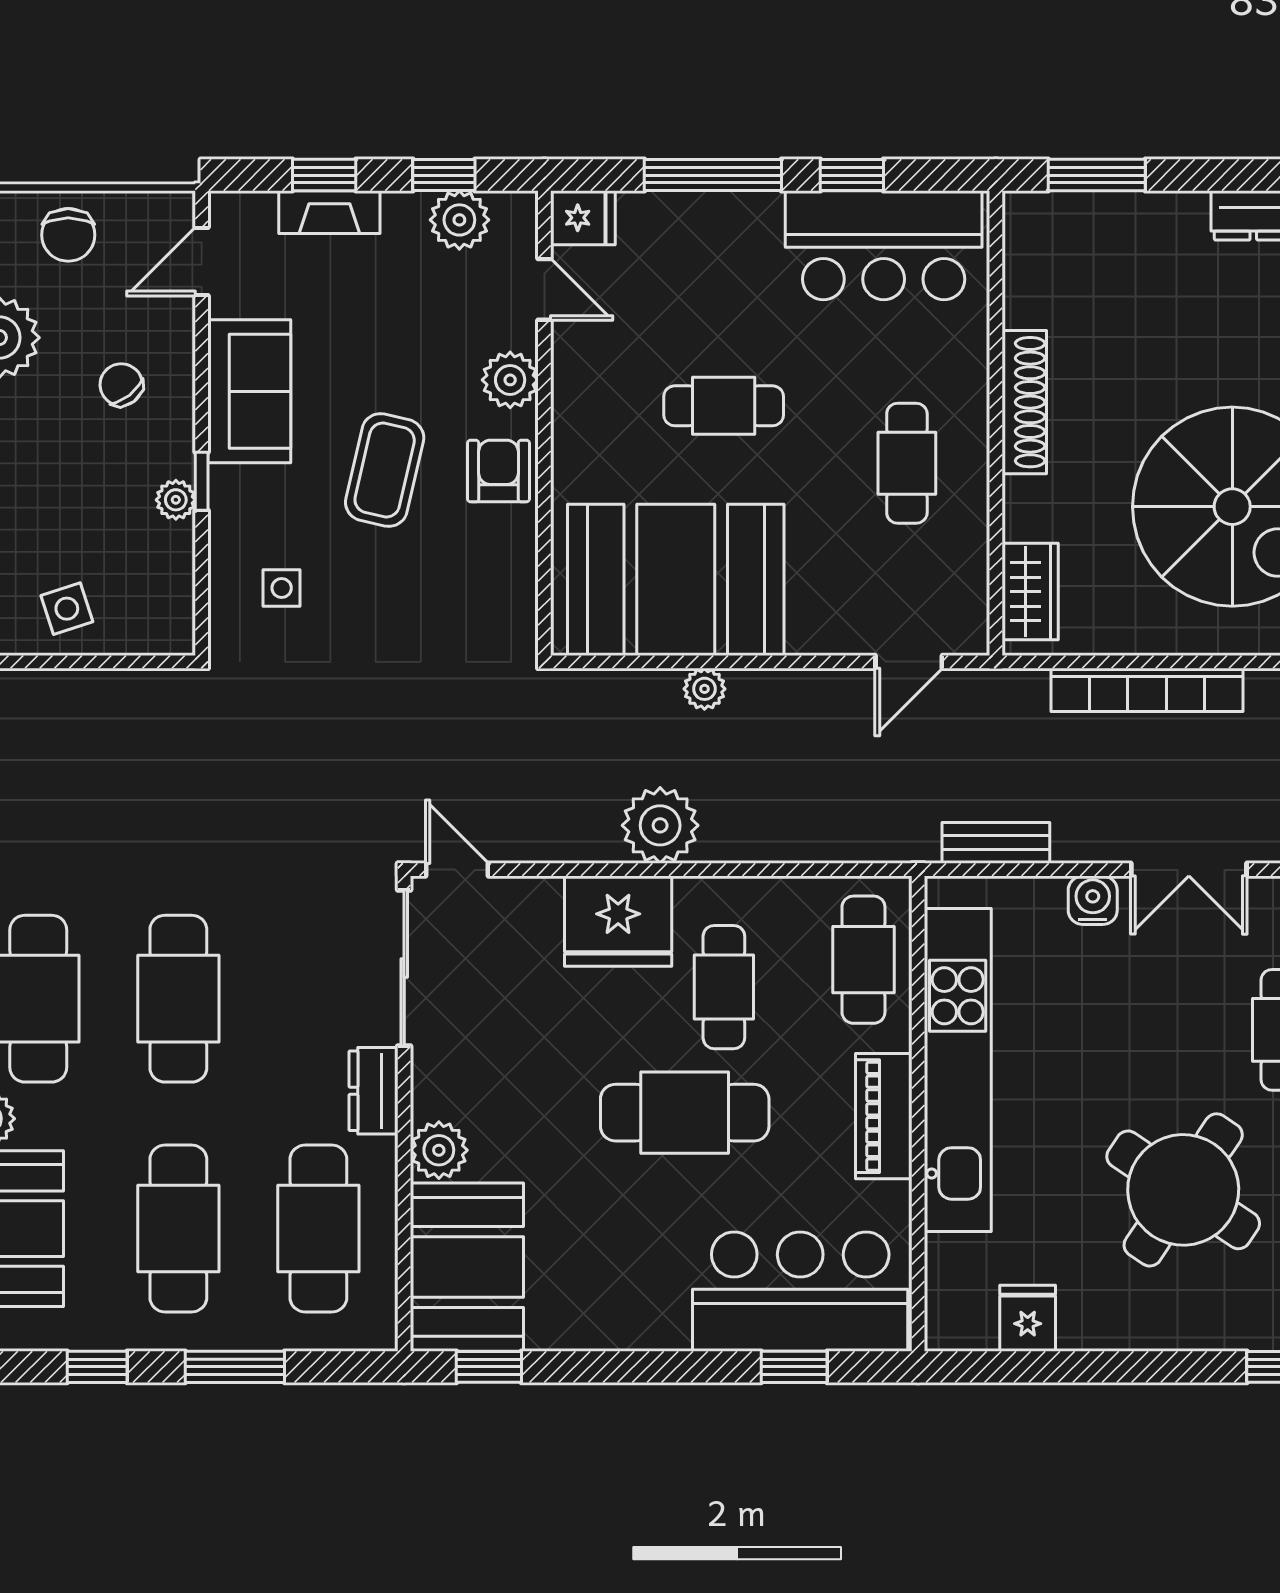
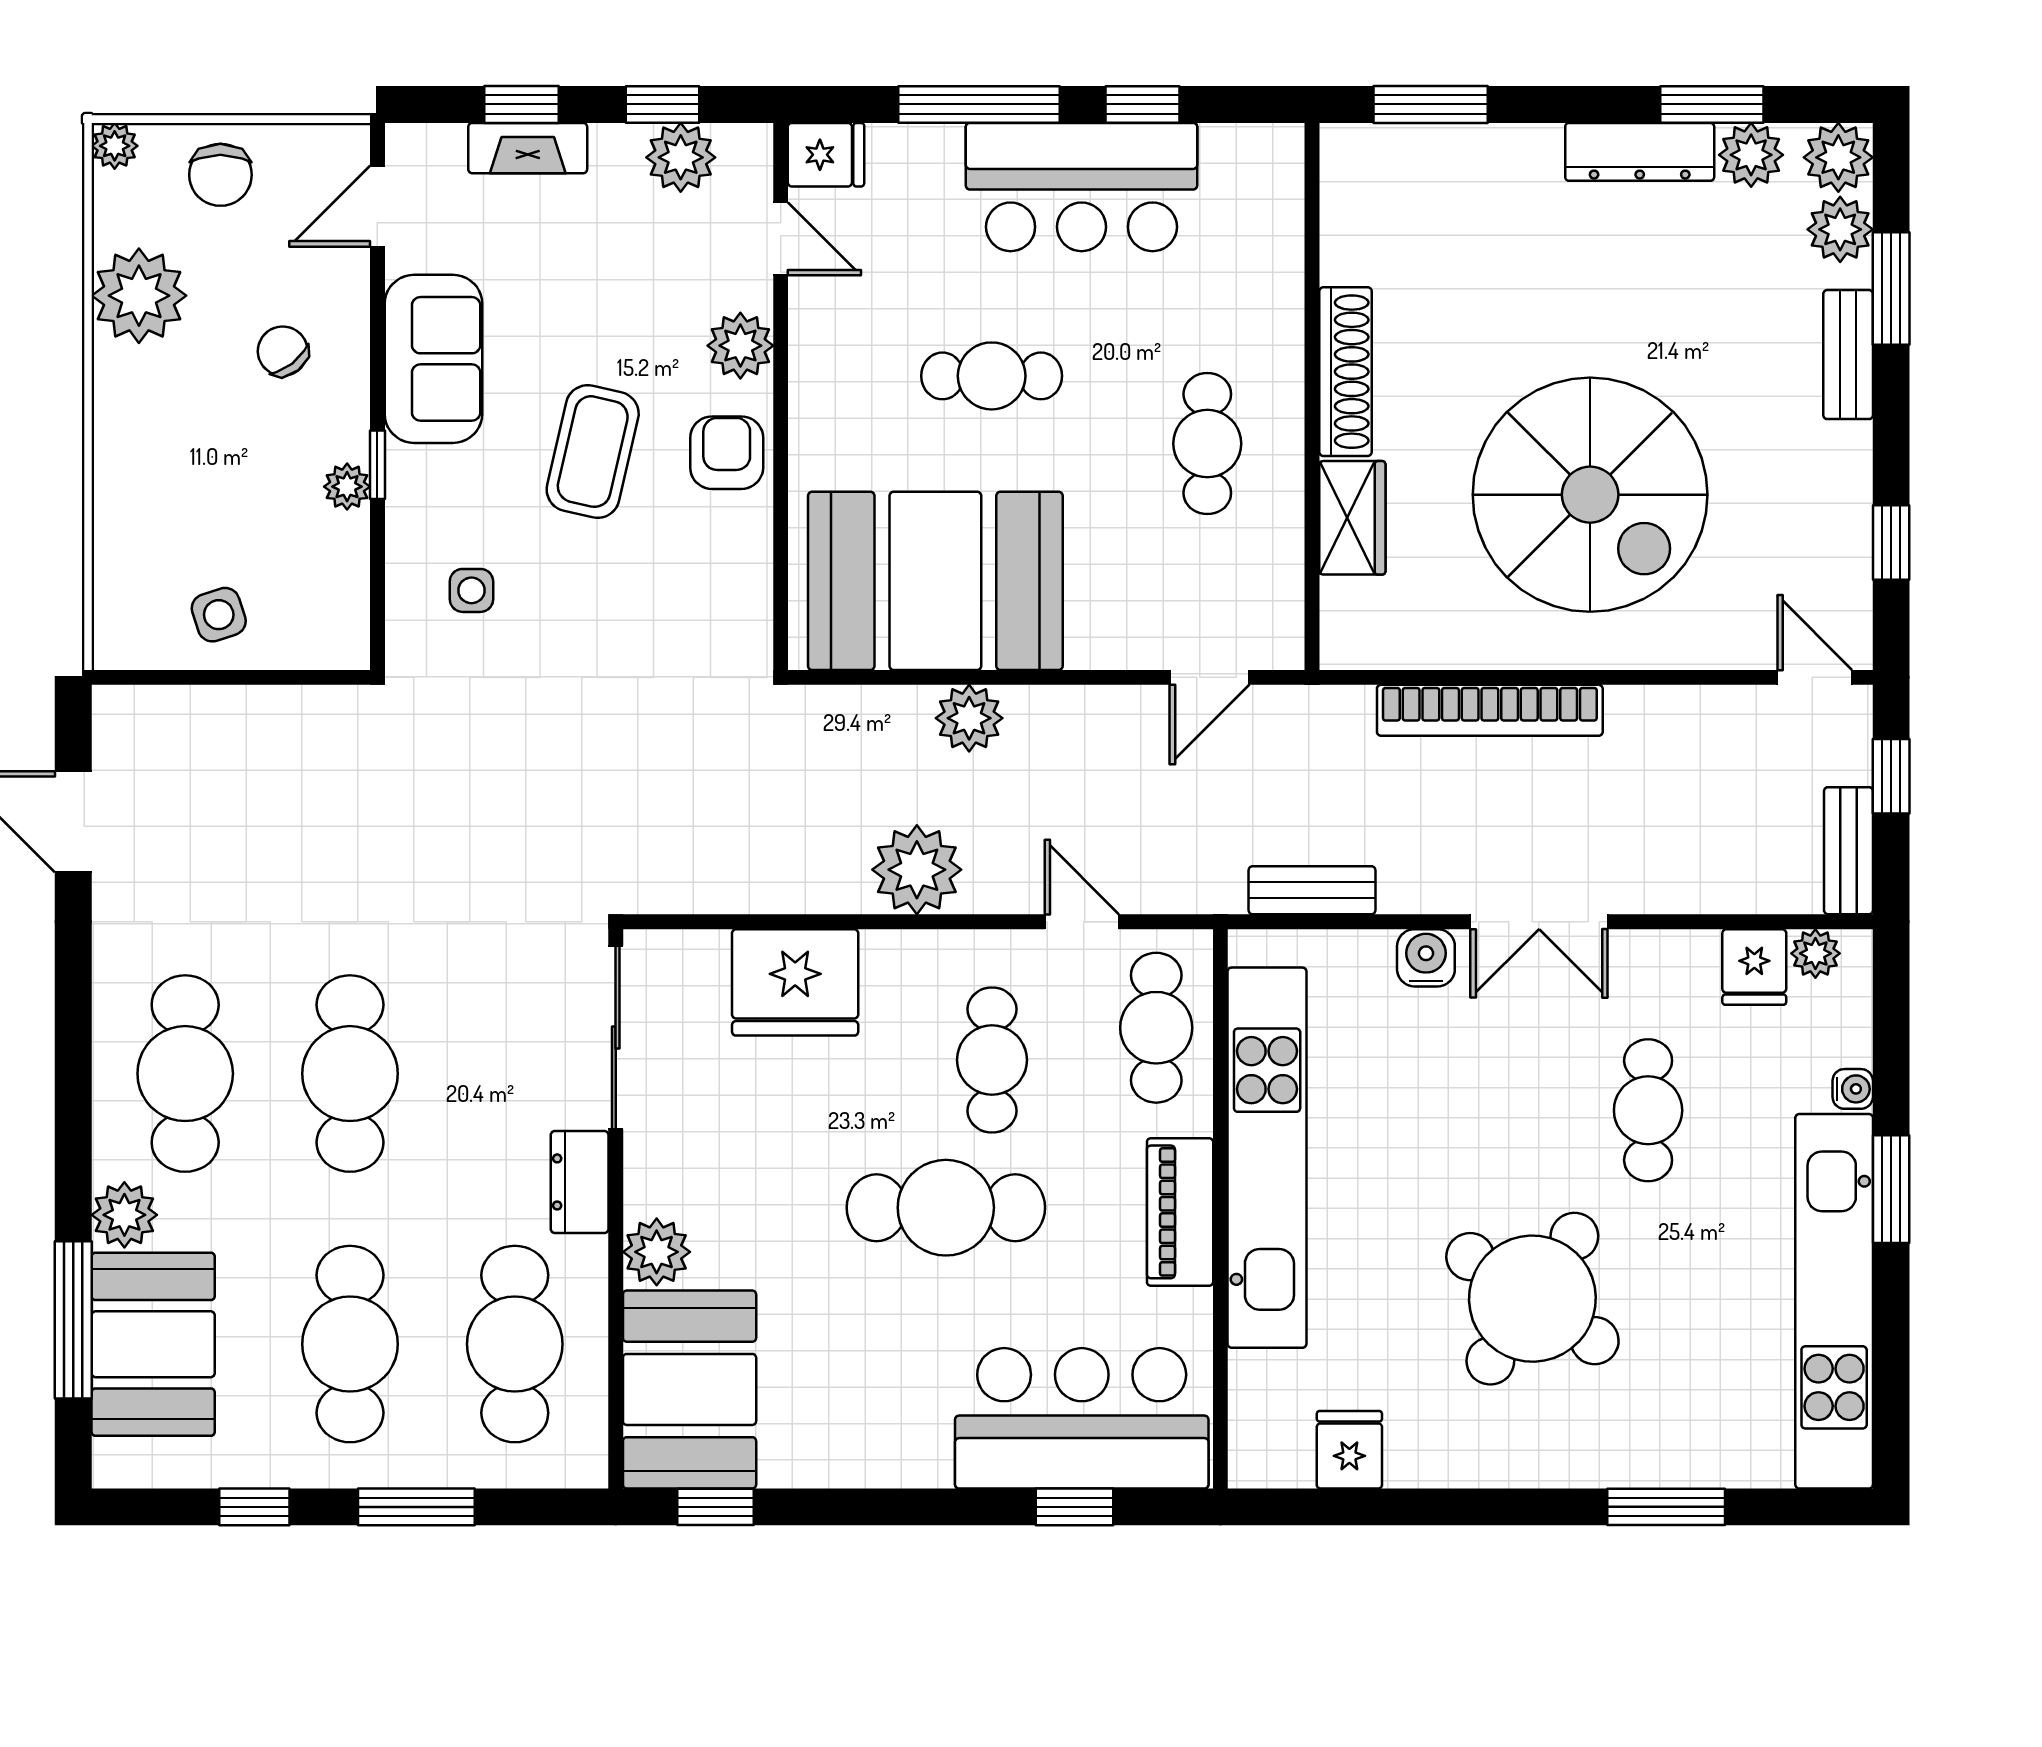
bar counter: (884, 245) -> (1082, 187), moved
wardrobe: (1030, 592) -> (1352, 518), moved
plant: (704, 689) -> (969, 718), width x1.38, depth x1.38
door: (457, 870) -> (1082, 922), moved
fridge: (618, 921) -> (795, 982), moved

